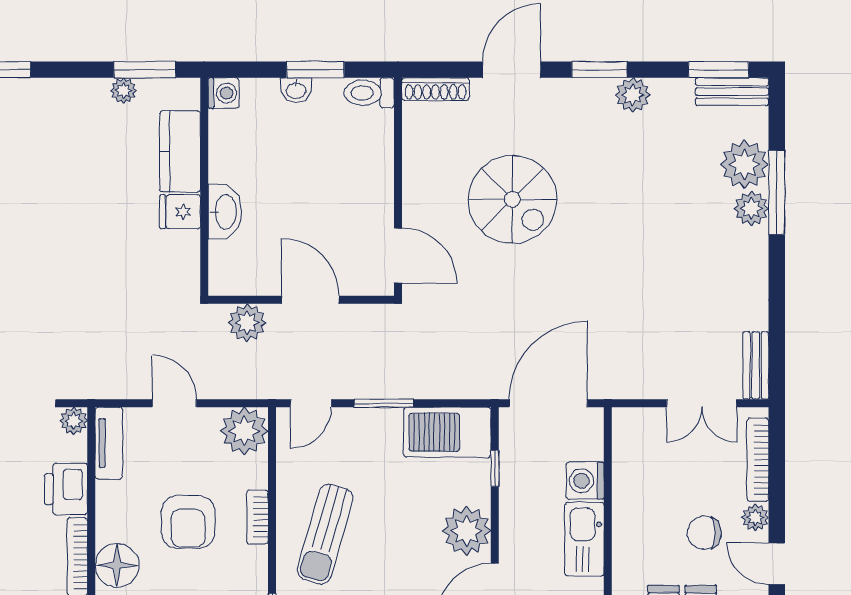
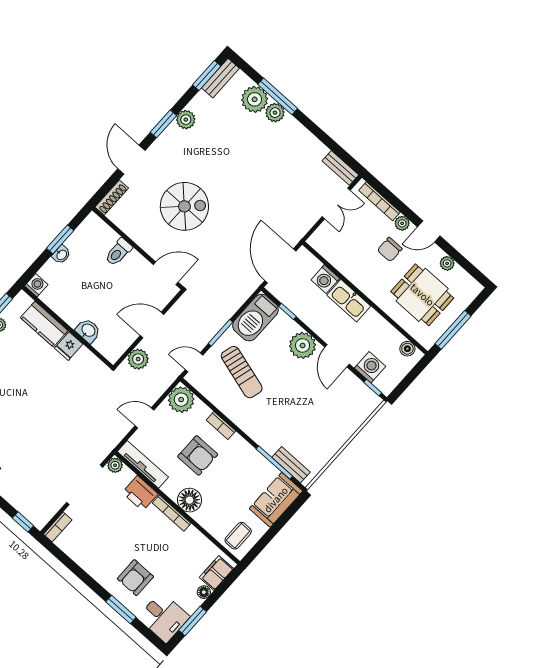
toilet: (369, 93) -> (118, 252), moved
washbasin: (225, 212) -> (88, 331), width x0.72
door: (311, 403) -> (194, 362), swing flipped
tv unit: (109, 443) -> (143, 464), width x1.41
sun lounger: (325, 534) -> (242, 372), moved

